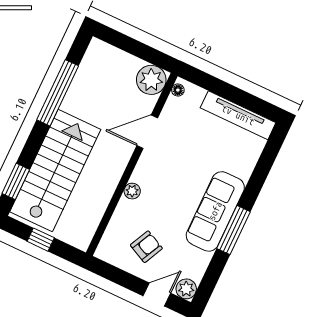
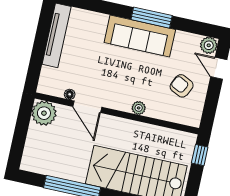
floor lamp: (178, 90) -> (70, 94), moved
window: (41, 240) -> (200, 155), moved

